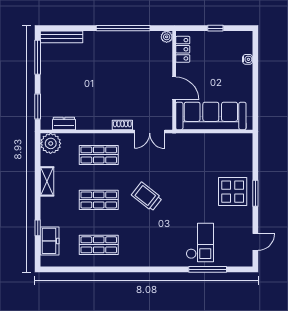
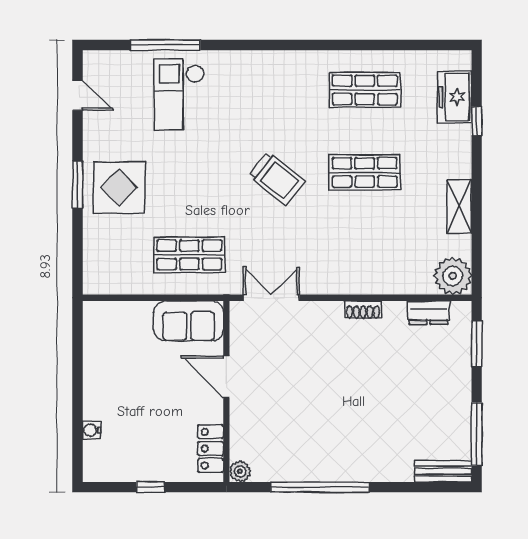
bench: (62, 37) -> (443, 471), width x0.73
sofa: (211, 116) -> (189, 321), width x0.54, depth x0.79
shoe rack: (122, 125) -> (363, 310), moved
shop shelf: (99, 155) -> (189, 255), moved
door: (255, 242) -> (77, 95), swing flipped

